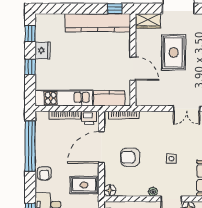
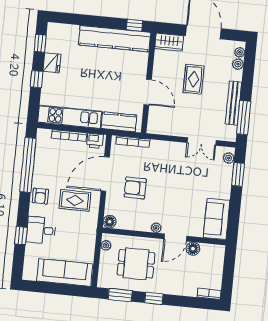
rug: (174, 53) -> (194, 79), width x0.73, depth x0.70
side table: (171, 159) -> (180, 194), removed
rug: (84, 185) -> (75, 200), moved

